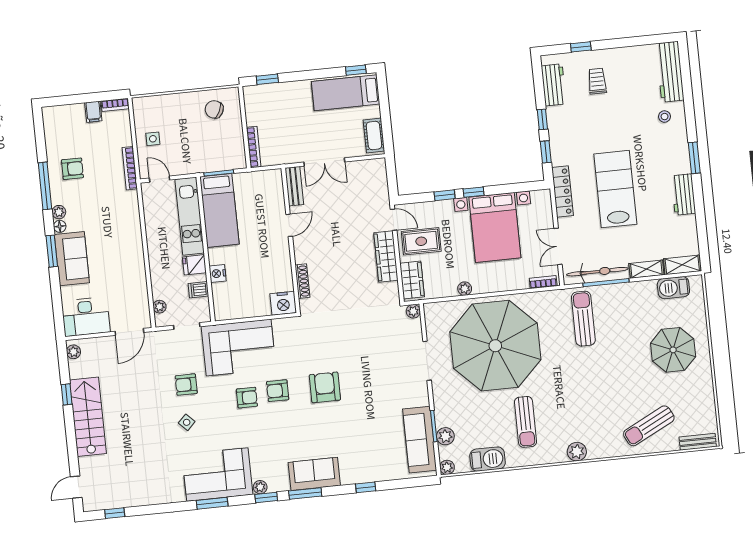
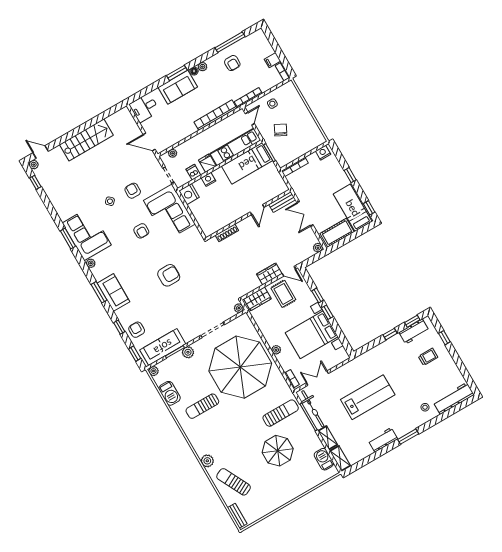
window: (267, 79) -> (350, 175), moved
nightstand: (252, 99) -> (323, 153), added
chair: (214, 109) -> (280, 130), moved
cot: (374, 136) -> (337, 233), width x1.37, depth x1.34
window: (546, 152) -> (412, 321), moved
plant: (379, 165) -> (318, 248), added
window: (45, 186) -> (230, 42), moved
locker: (562, 192) -> (352, 366), removed
door: (394, 220) -> (289, 271), hinge flipped
bookcase: (133, 224) -> (215, 115), added
door: (289, 225) -> (257, 210), hinge flipped
wardrobe: (386, 257) -> (269, 274), width x0.67
plant: (465, 289) -> (276, 350), moved
nightstand: (283, 303) -> (189, 194), moved
desk: (86, 317) -> (144, 108), width x0.73
parasol: (673, 350) -> (278, 451), moved
plant: (73, 352) -> (34, 165), moved
armchair: (278, 391) -> (137, 330), moved
window: (67, 394) -> (94, 121), removed
plant: (445, 436) -> (188, 352), moved
plant: (577, 452) -> (207, 461), moved
window: (266, 498) -> (135, 354), moved

